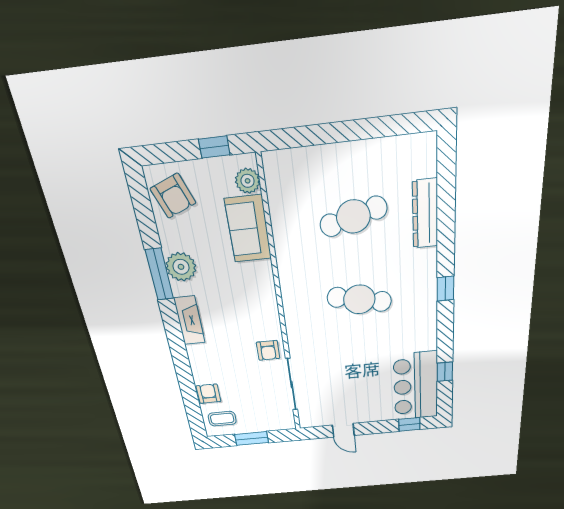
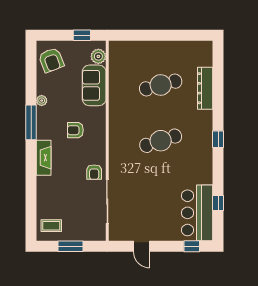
plant: (181, 267) -> (42, 101), width x0.53, depth x0.53
window: (159, 274) -> (31, 122), moved
cafe table: (359, 299) -> (161, 141), turned -30
fireplace: (189, 320) -> (44, 158), moved
armchair: (208, 394) -> (75, 130), moved, turned -90

